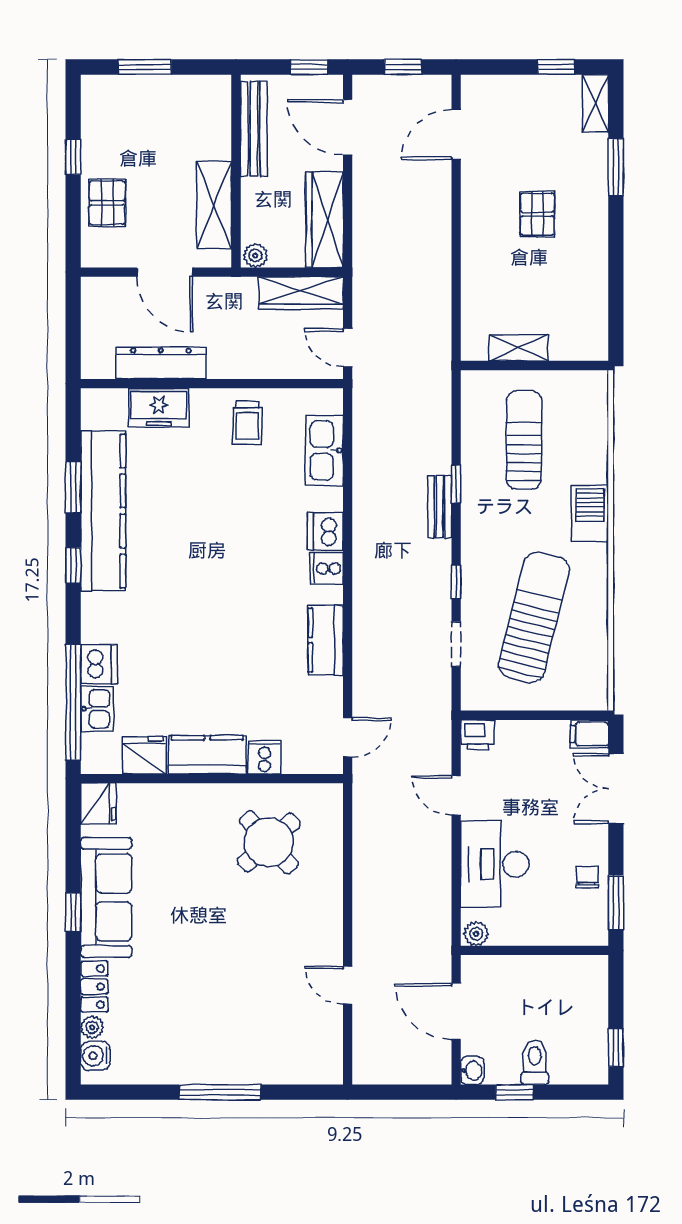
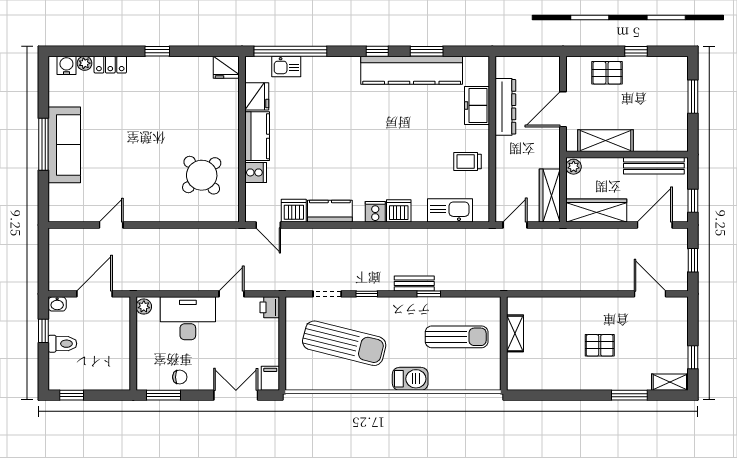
dishwasher: (99, 664) -> (294, 211), moved, turned 180
sofa: (106, 897) -> (64, 145), moved, turned -90

